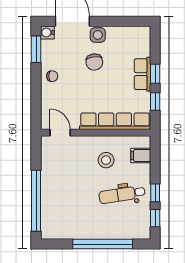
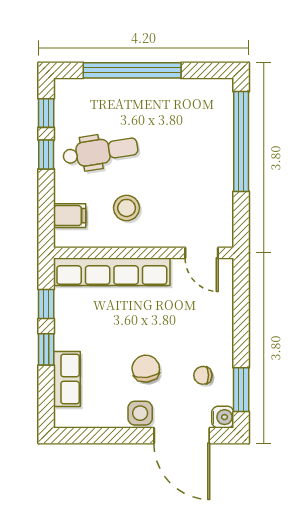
row of seats: (142, 74) -> (67, 379), moved
chair: (52, 76) -> (203, 375), moved

